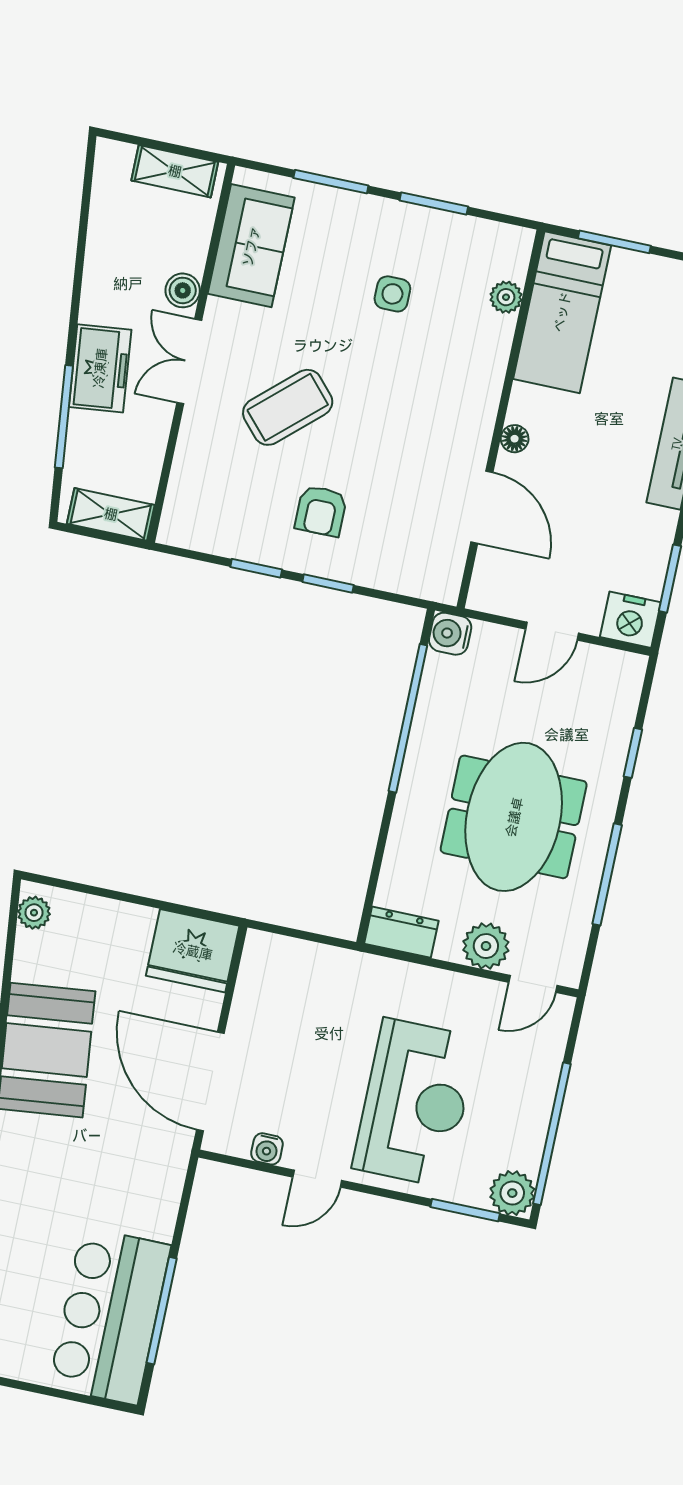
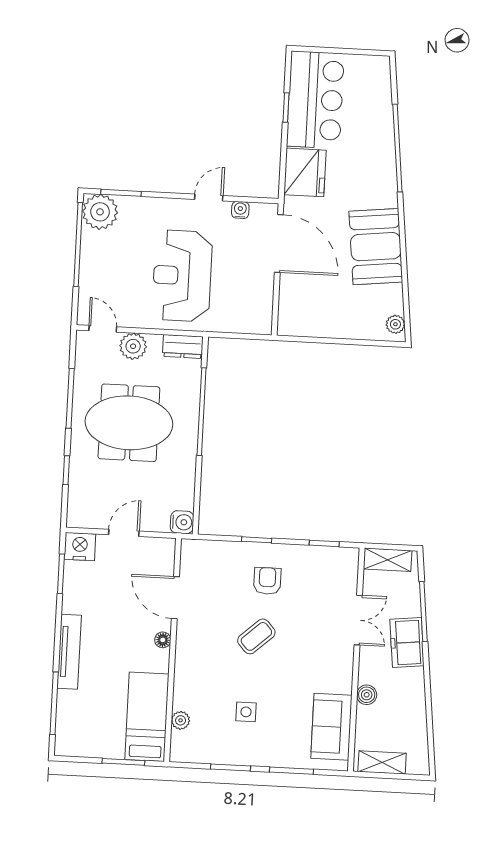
double door: (189, 361) -> (358, 620), moved
coffee table: (288, 407) -> (256, 636), moved, width x0.73, depth x0.77
window: (256, 568) -> (324, 543), moved
window: (408, 718) -> (202, 412), moved
meeting table: (514, 817) -> (129, 423), turned 90
fridge: (193, 951) -> (305, 172), moved, turned 90
door: (533, 984) -> (103, 329), hinge flipped
reception desk: (415, 1103) -> (182, 276), moved
plant: (512, 1193) -> (100, 212), width x1.36, depth x1.36
window: (162, 1311) -> (286, 108), width x0.46

